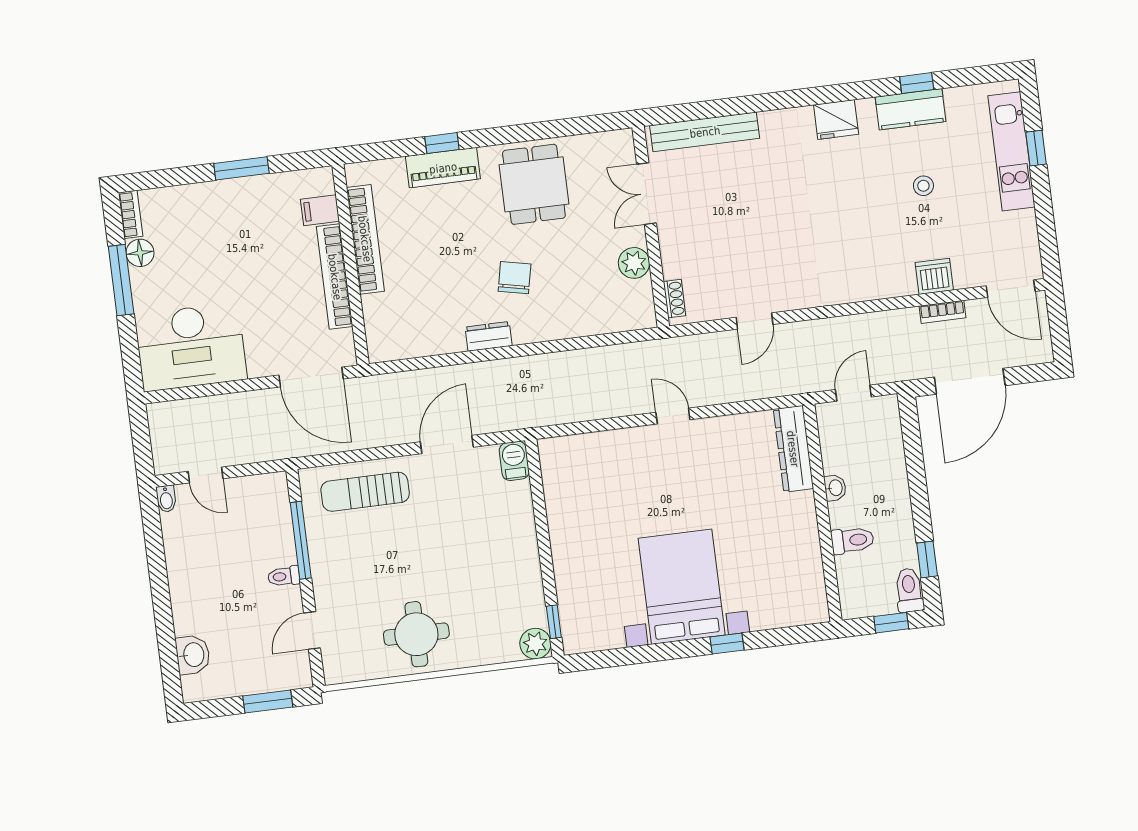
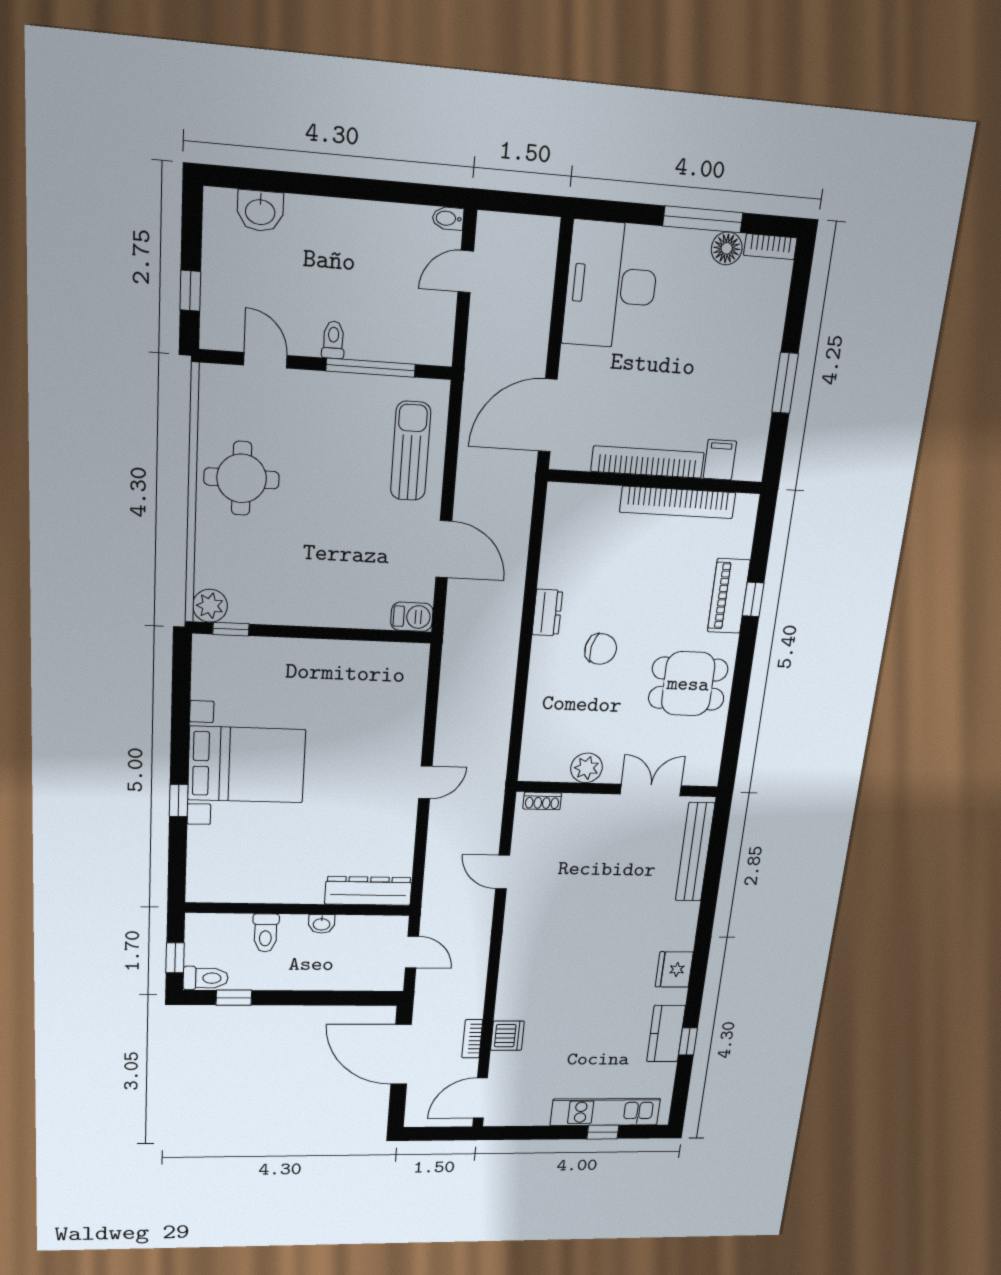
stool: (923, 186) -> (594, 1036), removed
window: (268, 701) -> (190, 291), width x0.67

